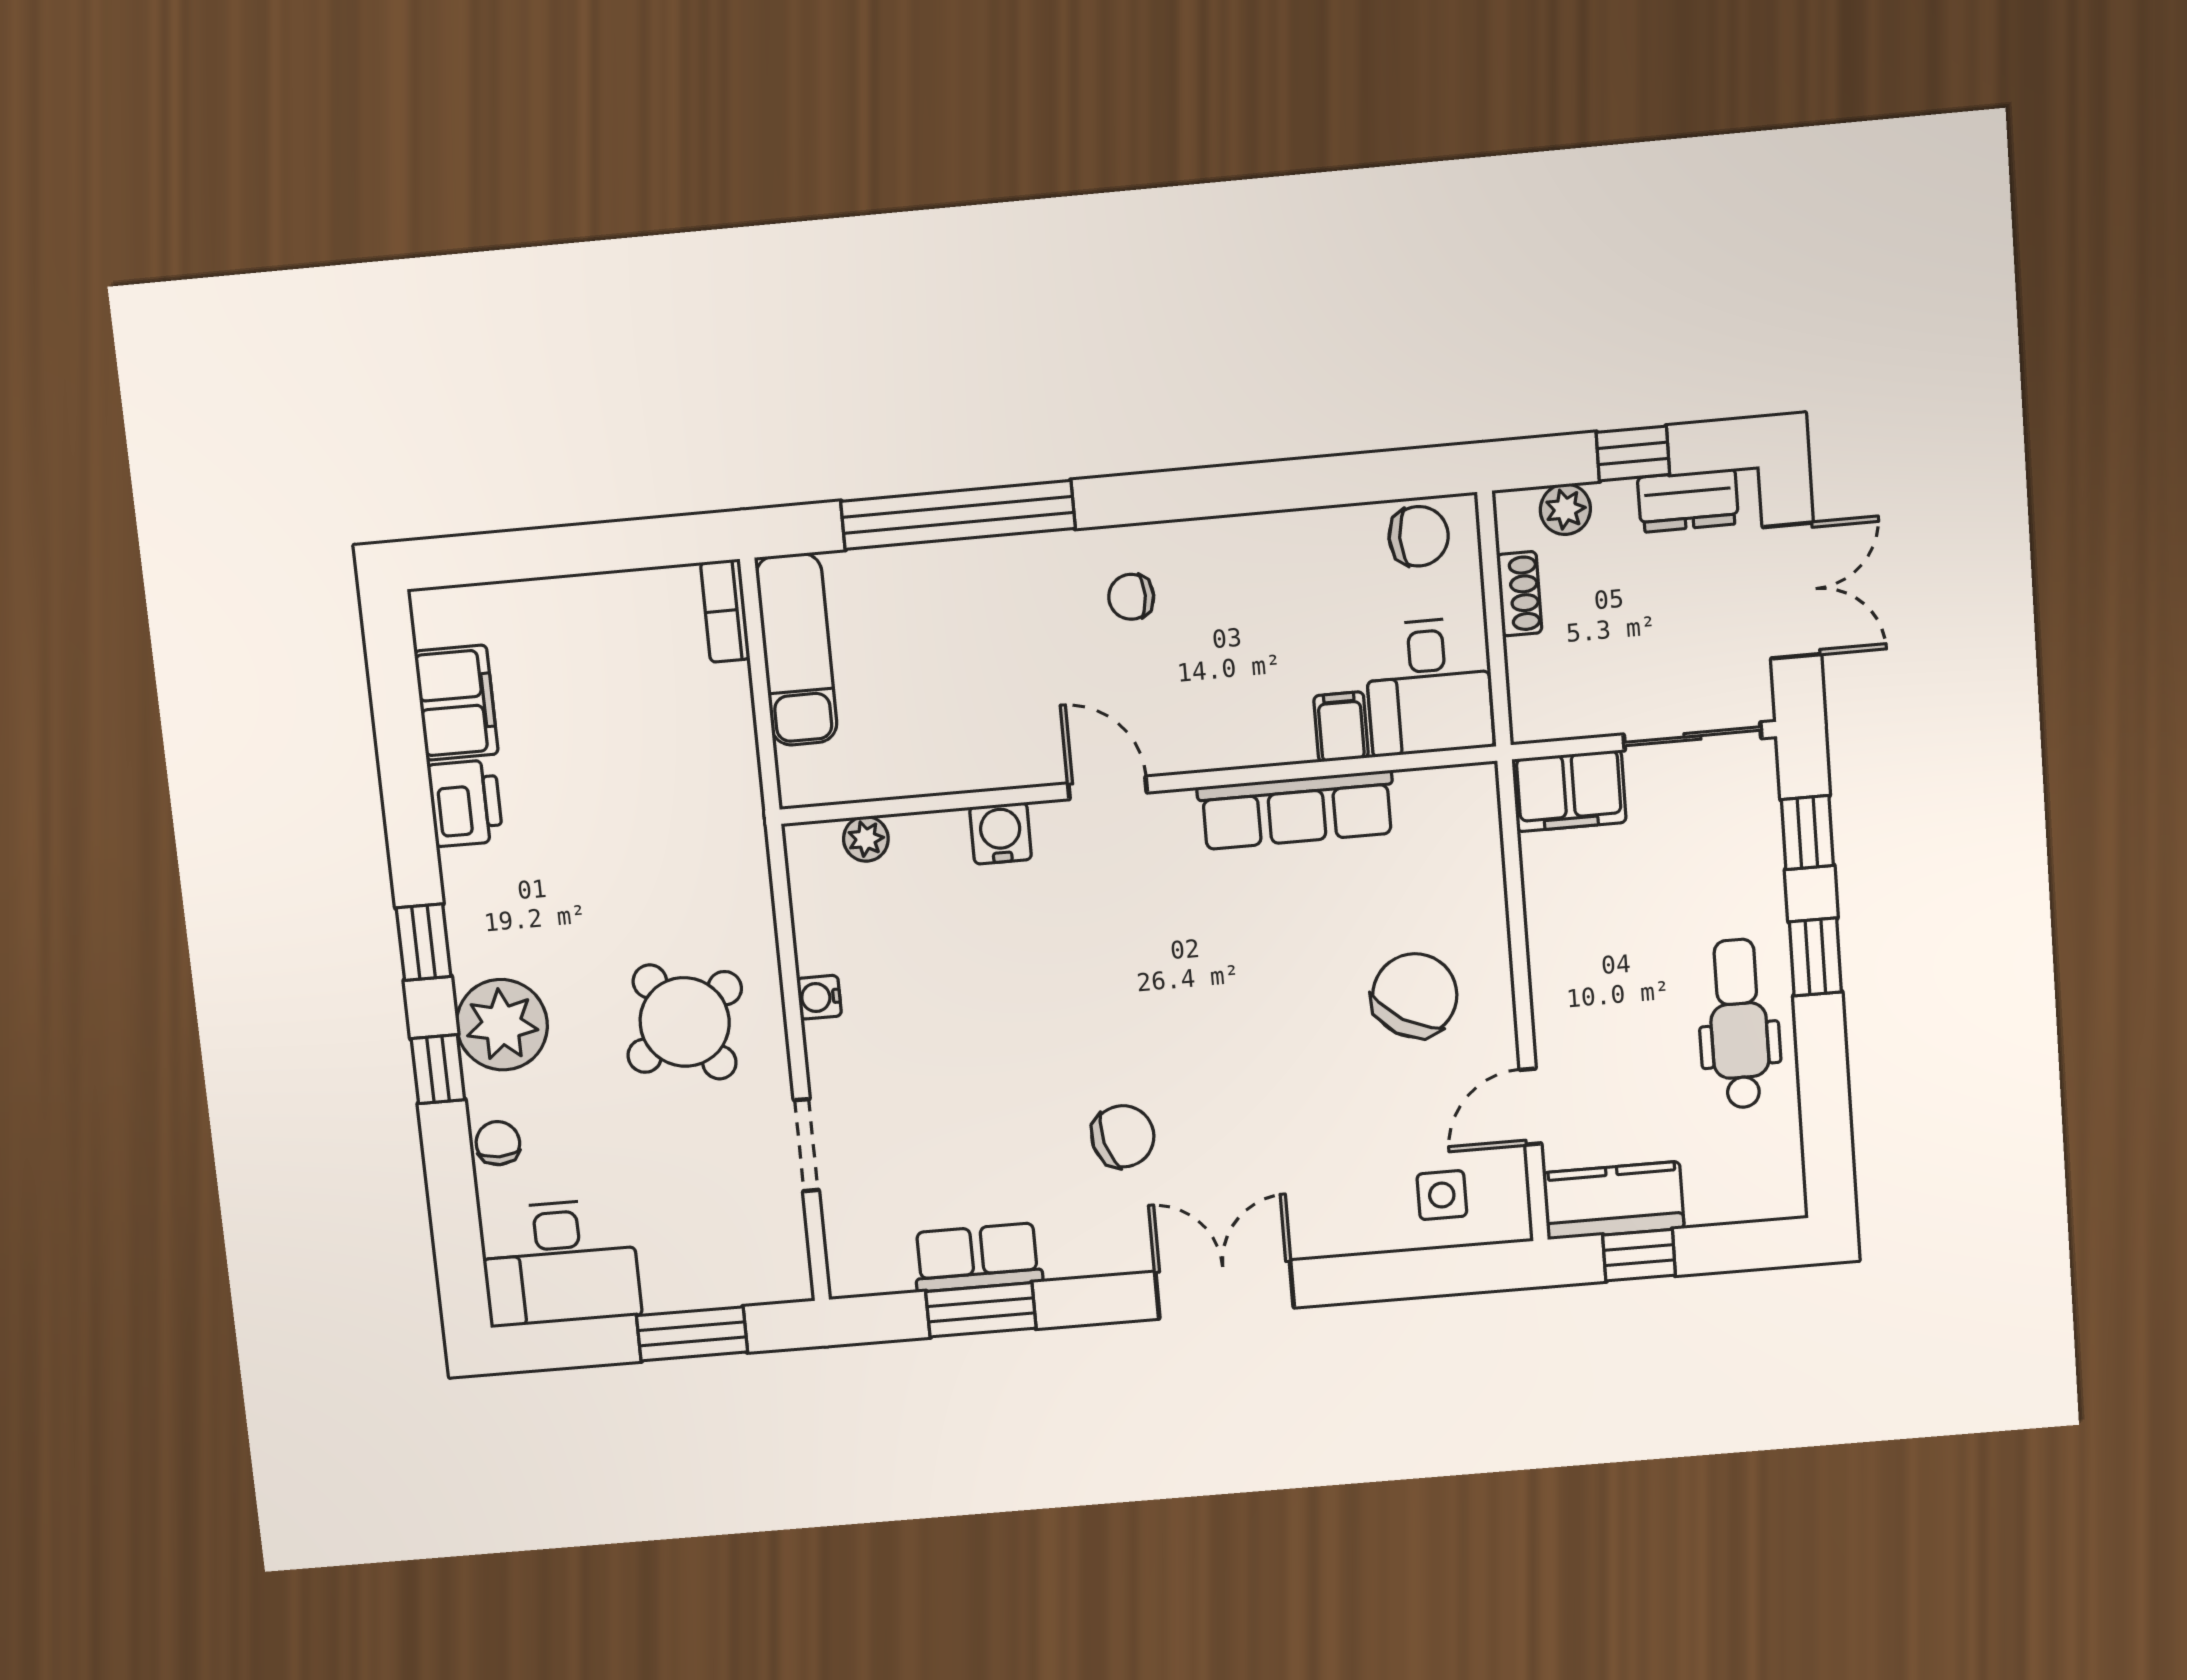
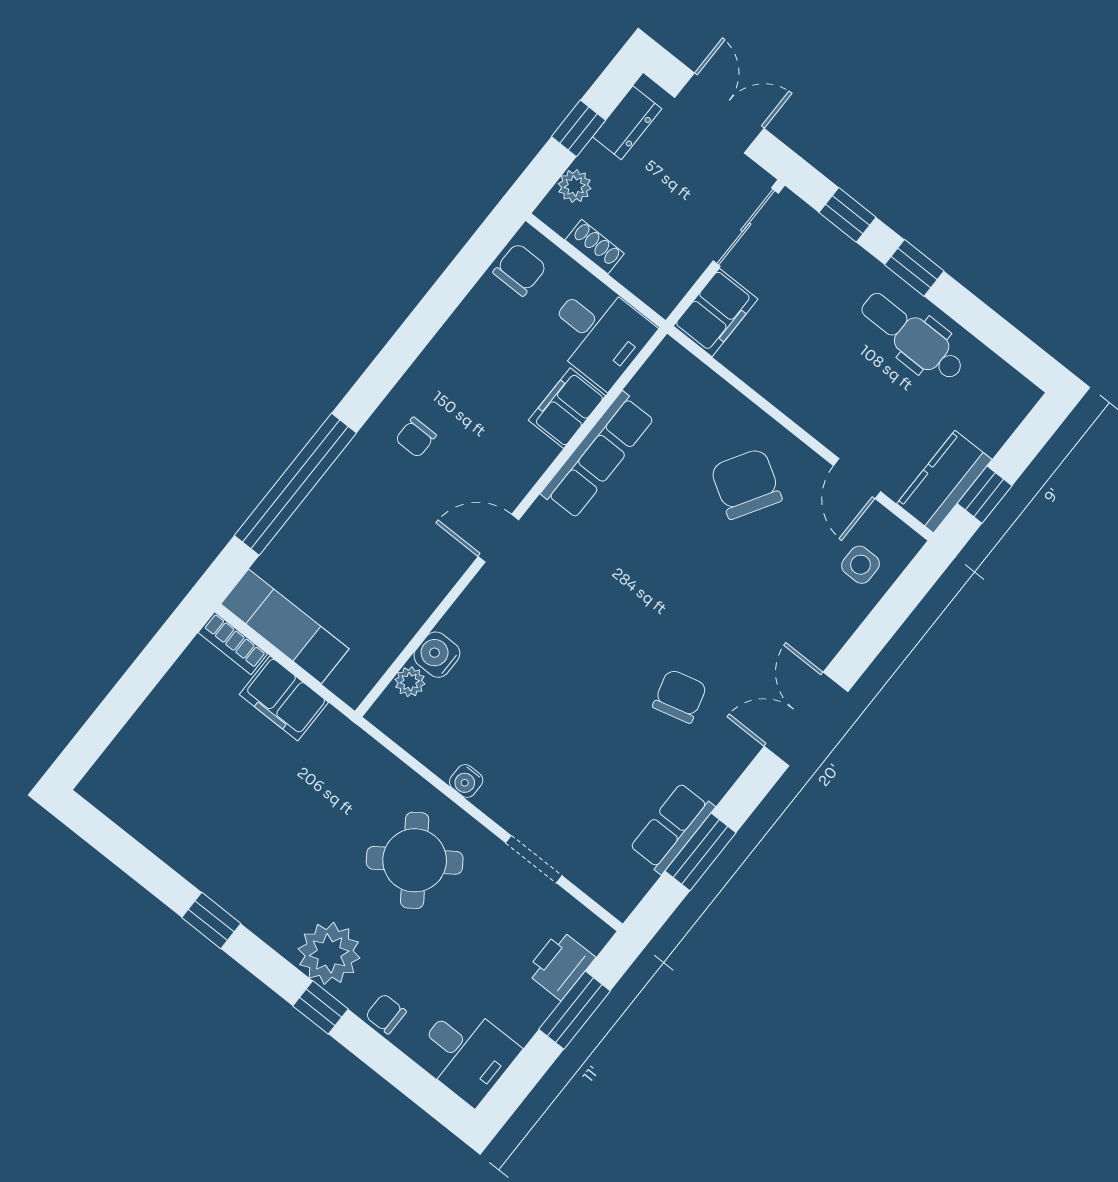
filing cabinet: (456, 703) -> (284, 698), moved, turned 180
filing cabinet: (1341, 727) -> (567, 408), width x2.00
printer: (465, 803) -> (560, 965), moved, turned -90
water cooler: (1001, 833) -> (437, 655), moved
window: (424, 942) -> (211, 920), moved
desk: (560, 1263) -> (466, 1053), width x0.73

